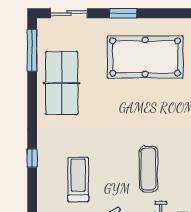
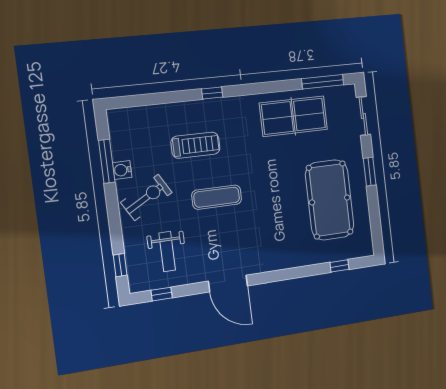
exercise mat: (148, 169) -> (217, 197), moved

